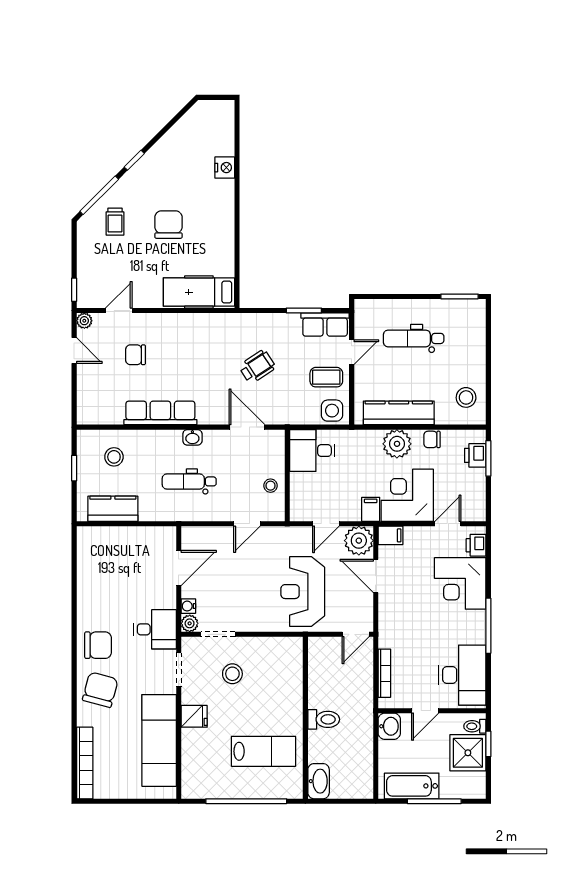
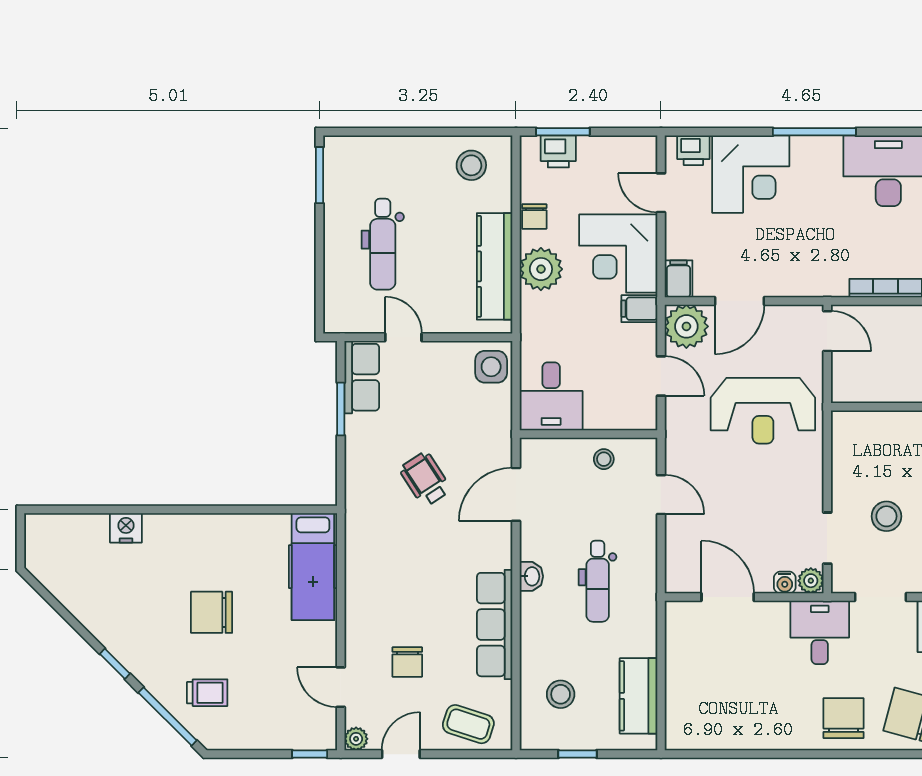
coffee table: (326, 377) -> (468, 724), moved, turned -72

